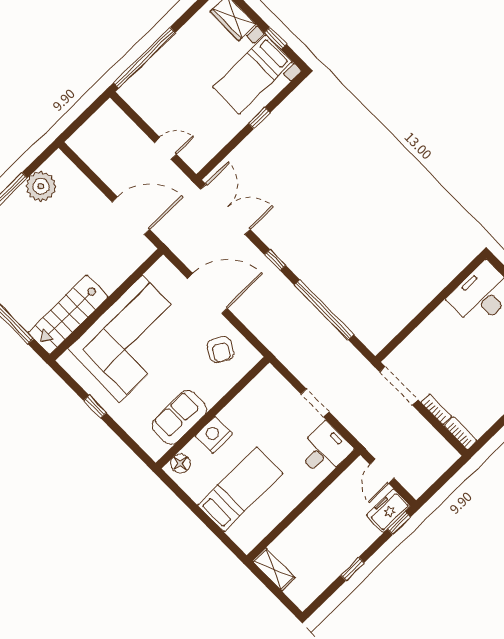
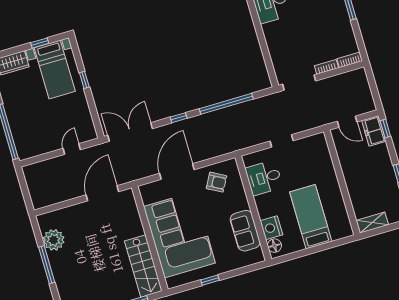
nightstand: (214, 435) -> (271, 228), moved
desk: (324, 450) -> (264, 178), moved, turned -90

